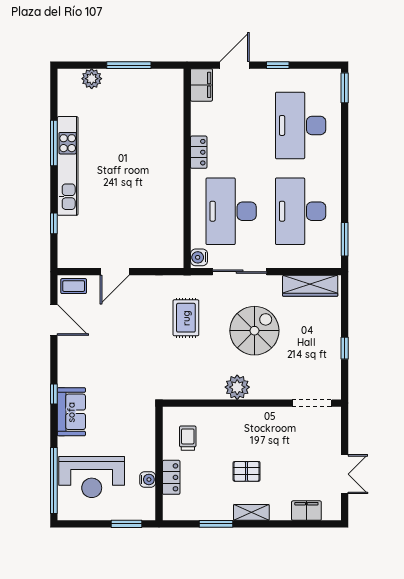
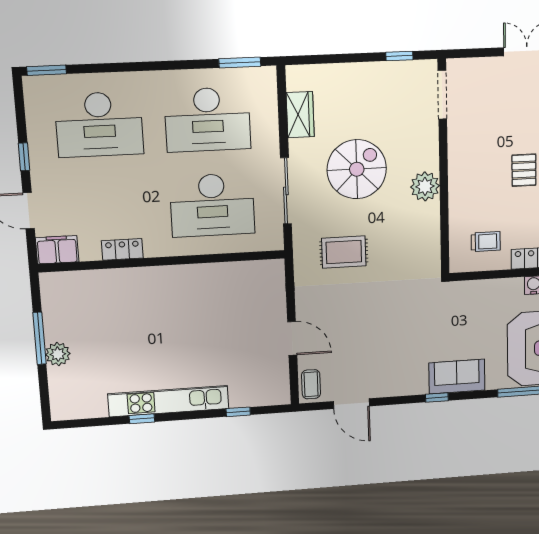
plant: (92, 79) -> (58, 354), moved
window: (54, 143) -> (142, 419), width x0.46
locker: (199, 152) -> (122, 249), moved
water cooler: (199, 257) -> (271, 241), removed
wardrobe: (310, 286) -> (300, 115), width x0.67
door: (54, 320) -> (351, 404), swing flipped
spiral stairs: (254, 331) -> (357, 169), turned 90
window: (345, 348) -> (399, 56), moved
trolley: (188, 438) -> (486, 242), turned 180

